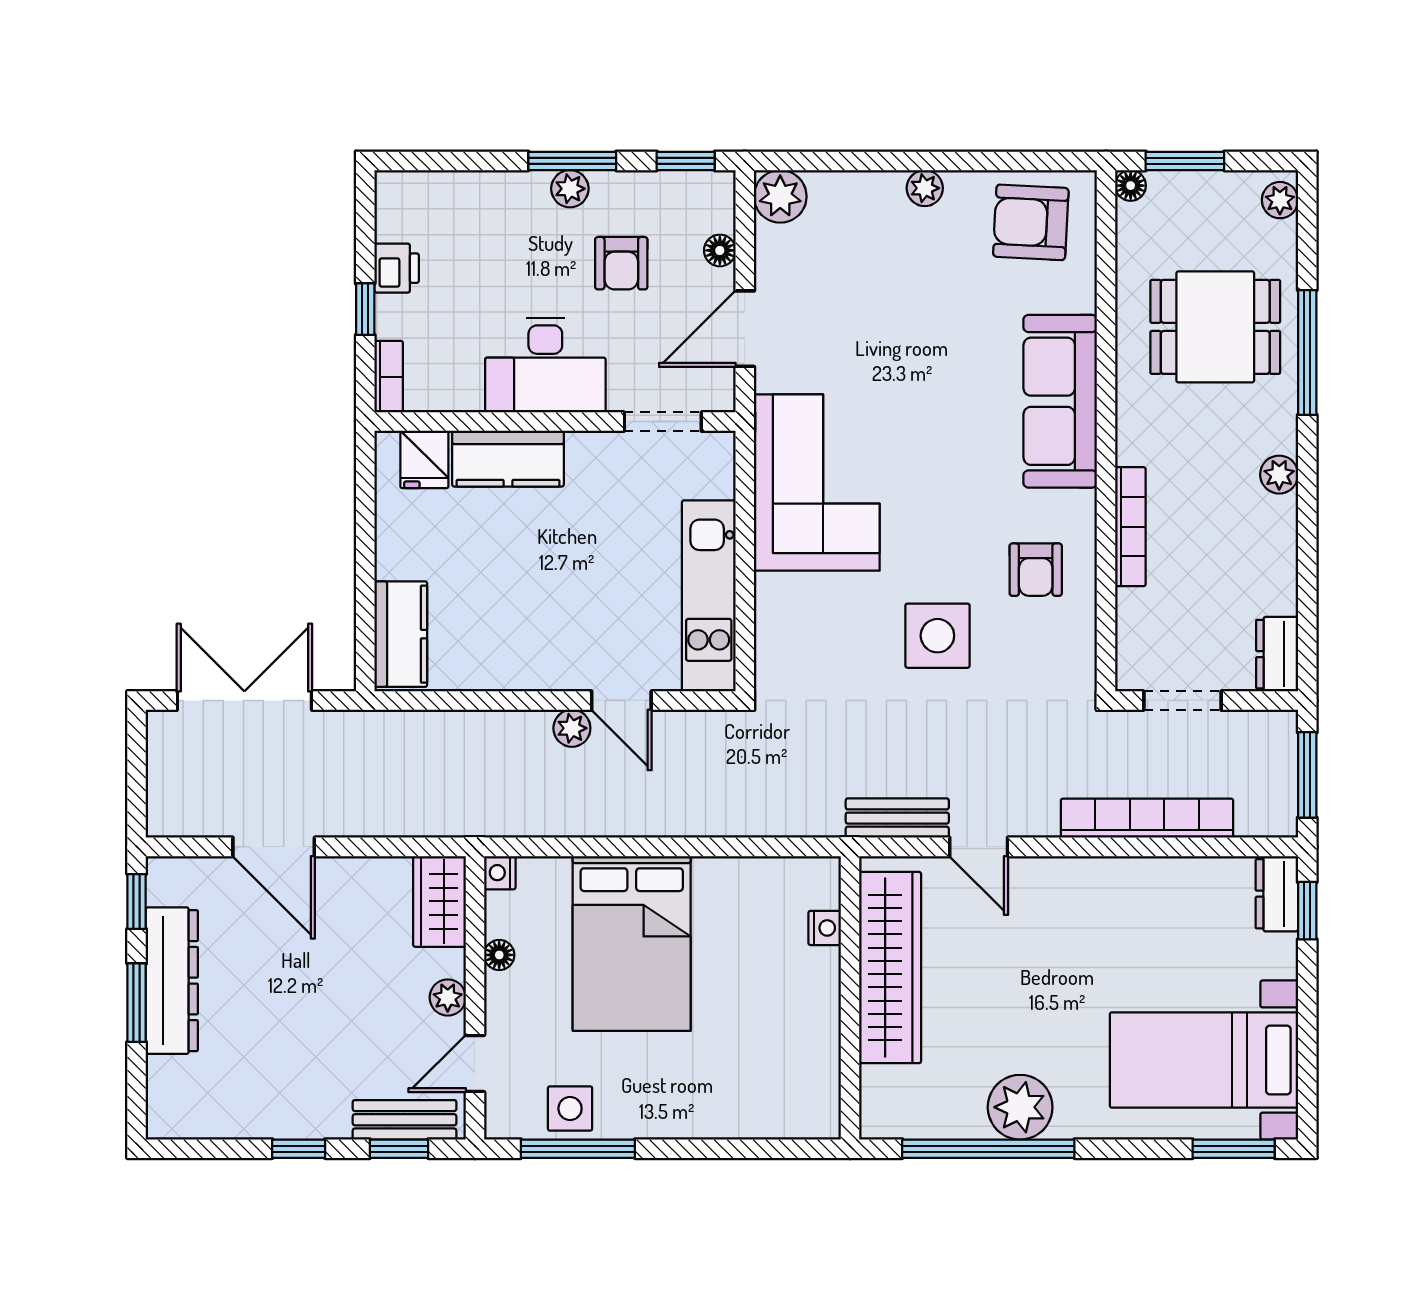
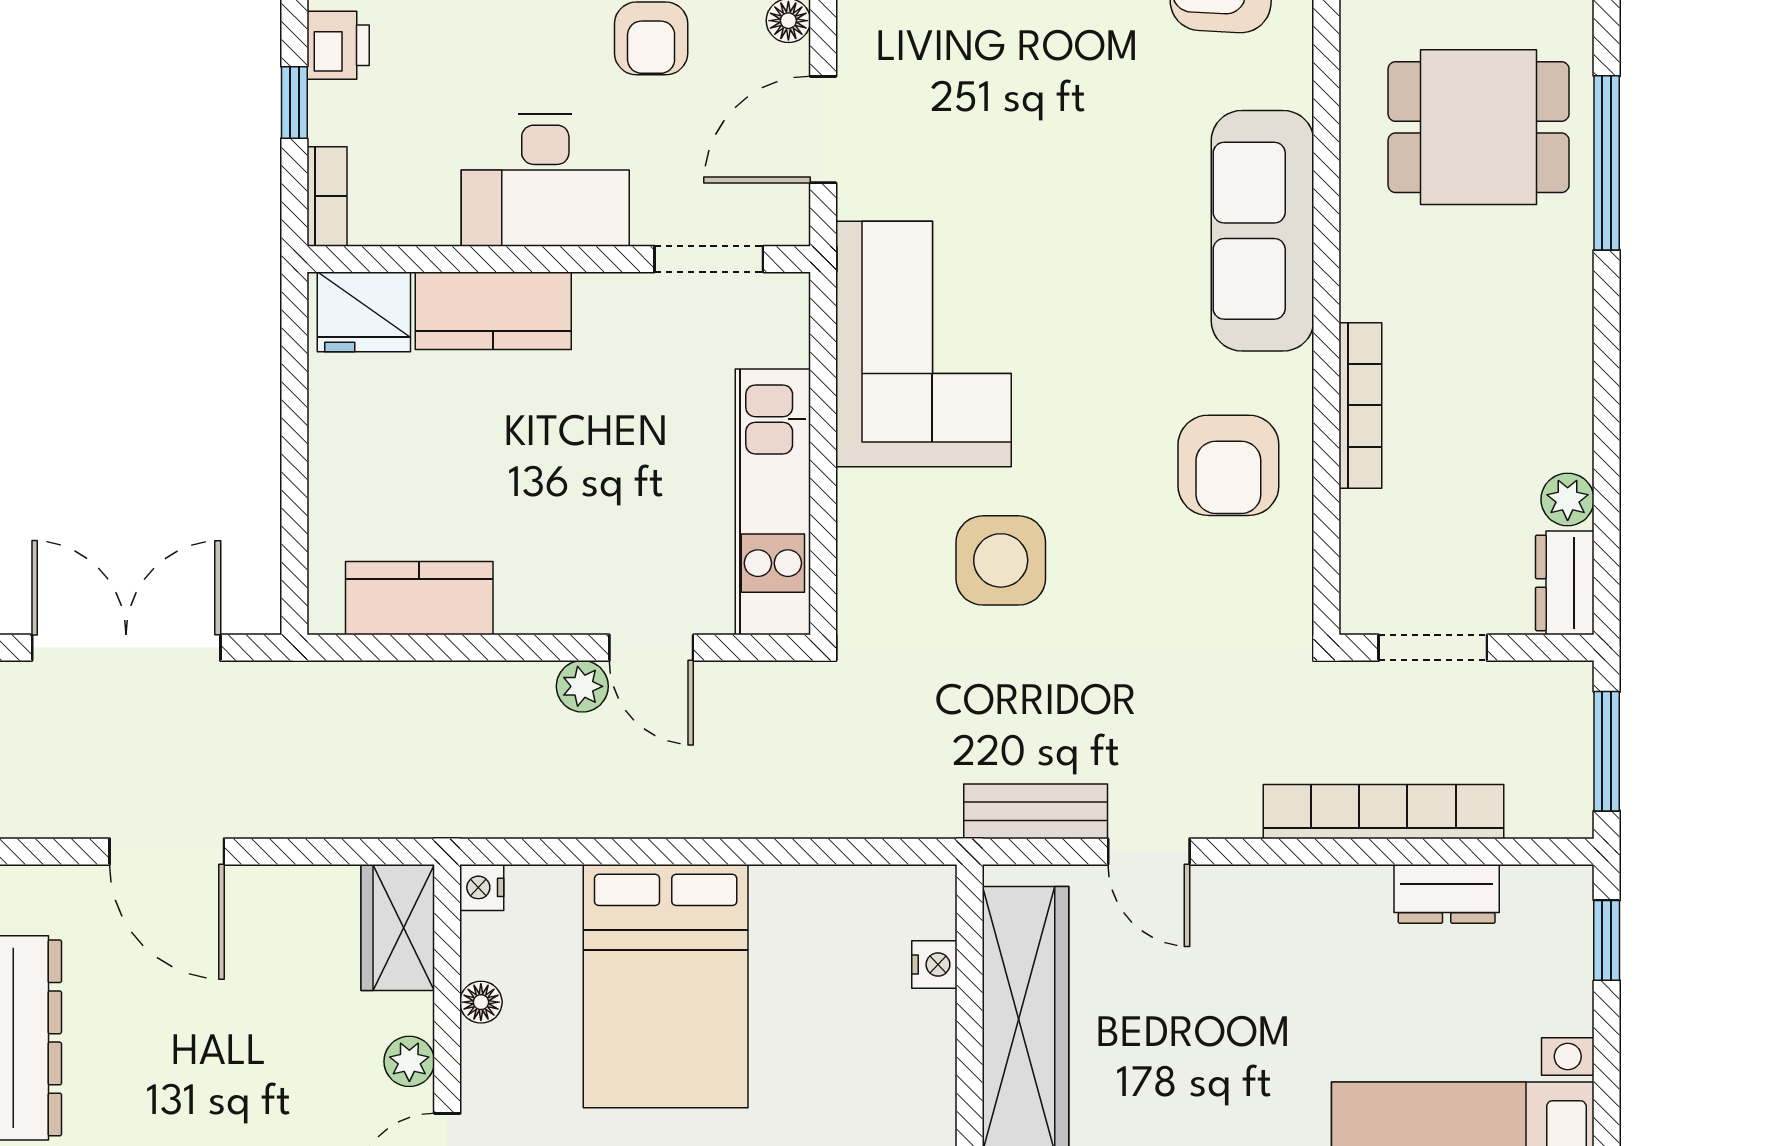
fridge: (424, 459) -> (364, 312), width x1.38
plant: (1279, 475) -> (1568, 499), moved
armchair: (1036, 570) -> (1228, 465), width x1.38, depth x1.38
kitchen counter: (401, 634) -> (419, 598), moved, turned -90
side table: (937, 636) -> (1001, 560), moved
dresser: (1277, 894) -> (1447, 894), moved, turned -90

